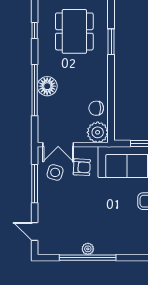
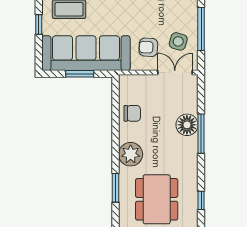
floor lamp: (47, 86) -> (187, 125), moved
window: (35, 90) -> (201, 134), width x0.68
plant: (98, 132) -> (131, 154), moved

